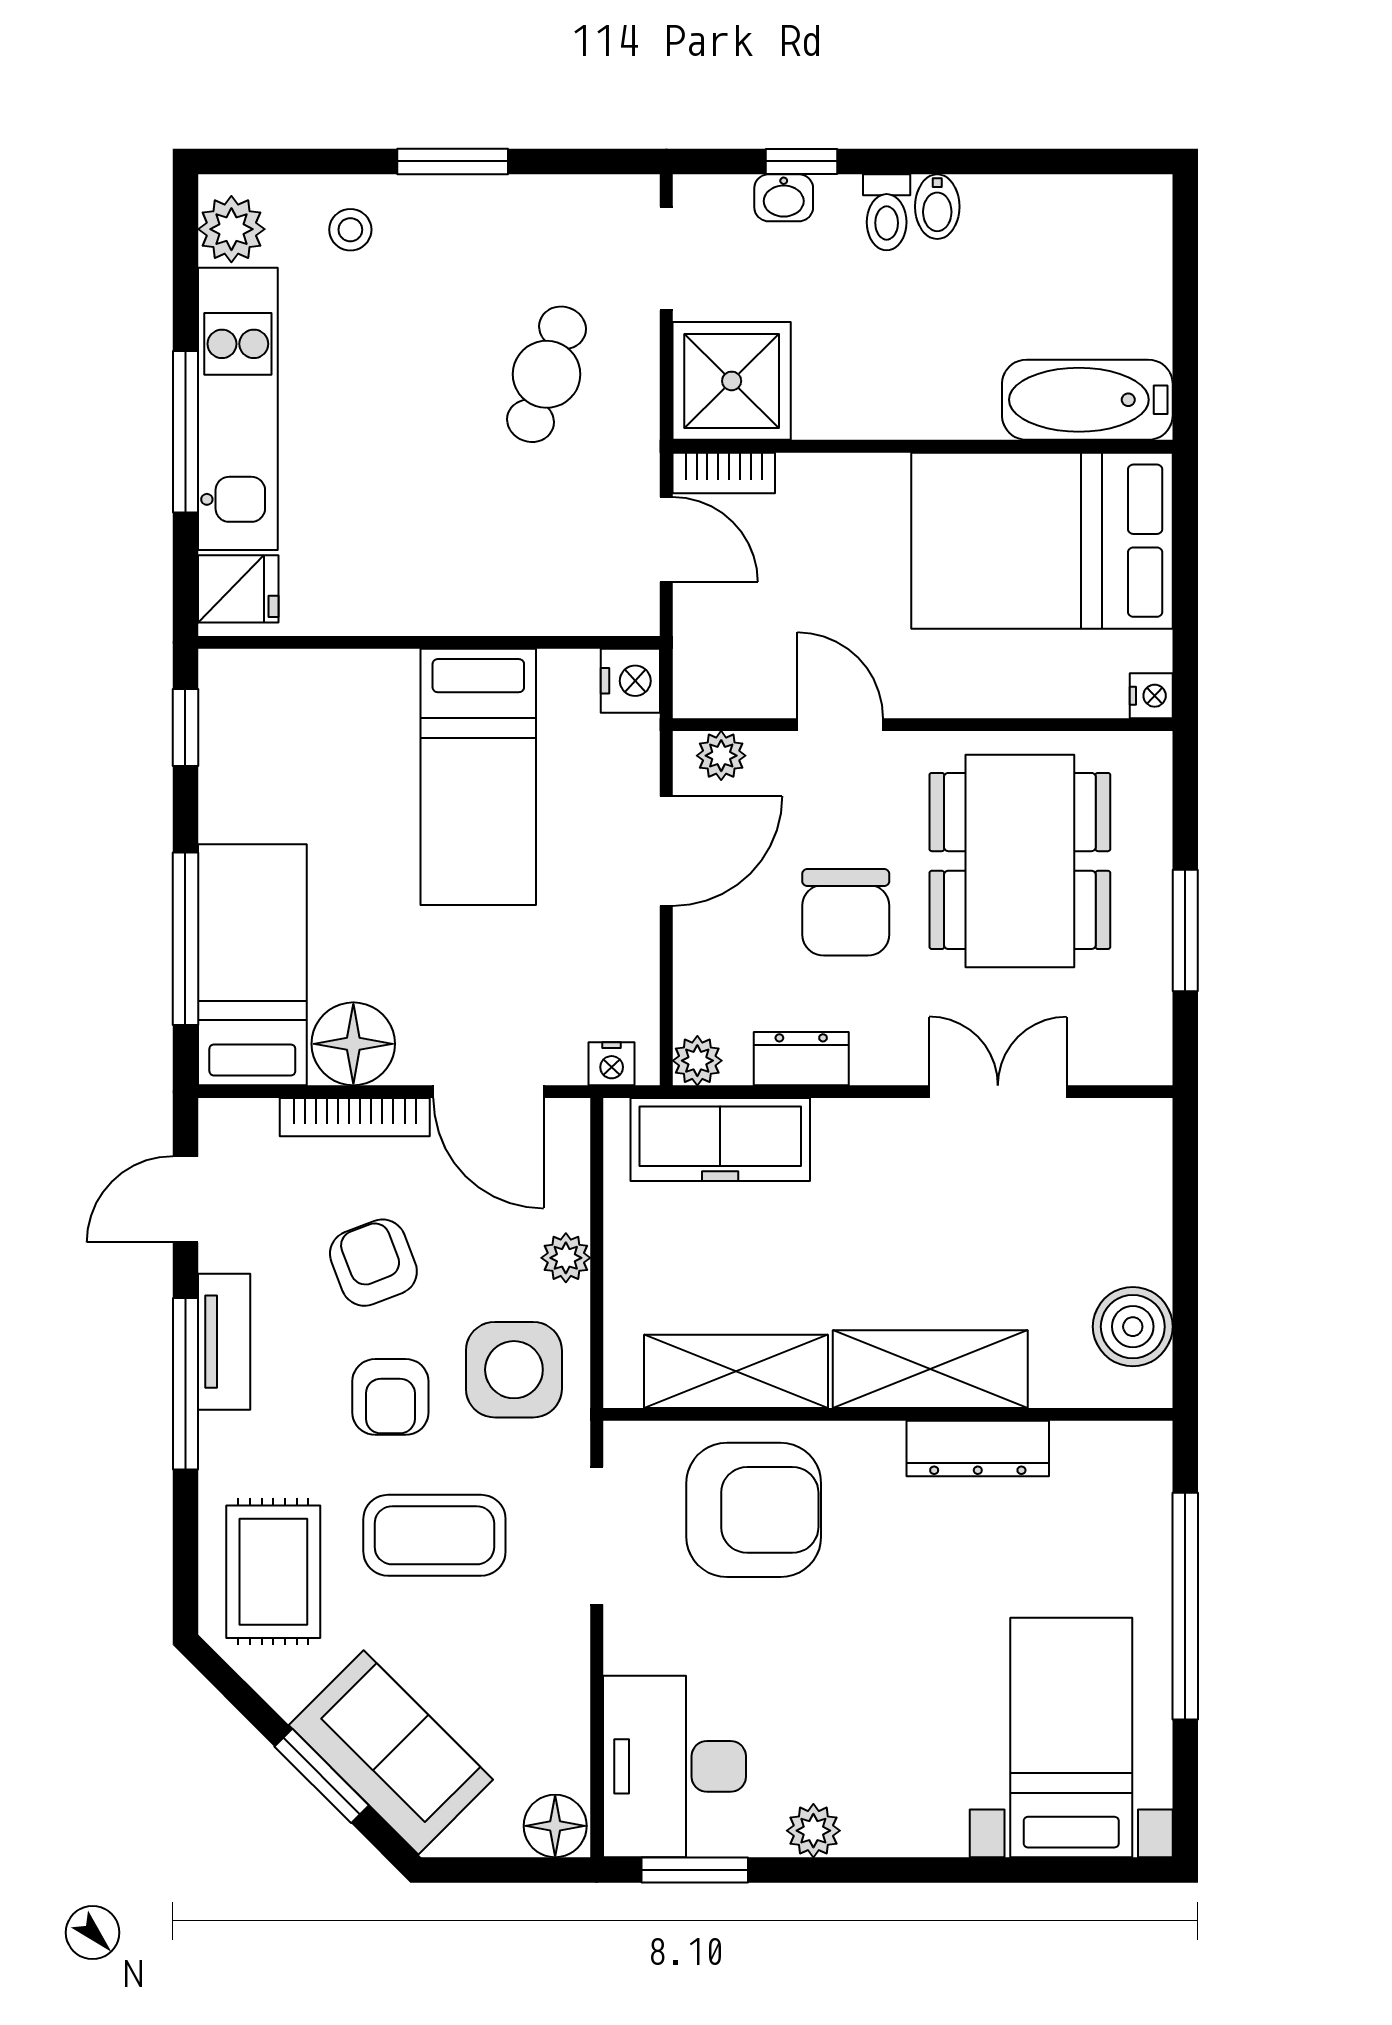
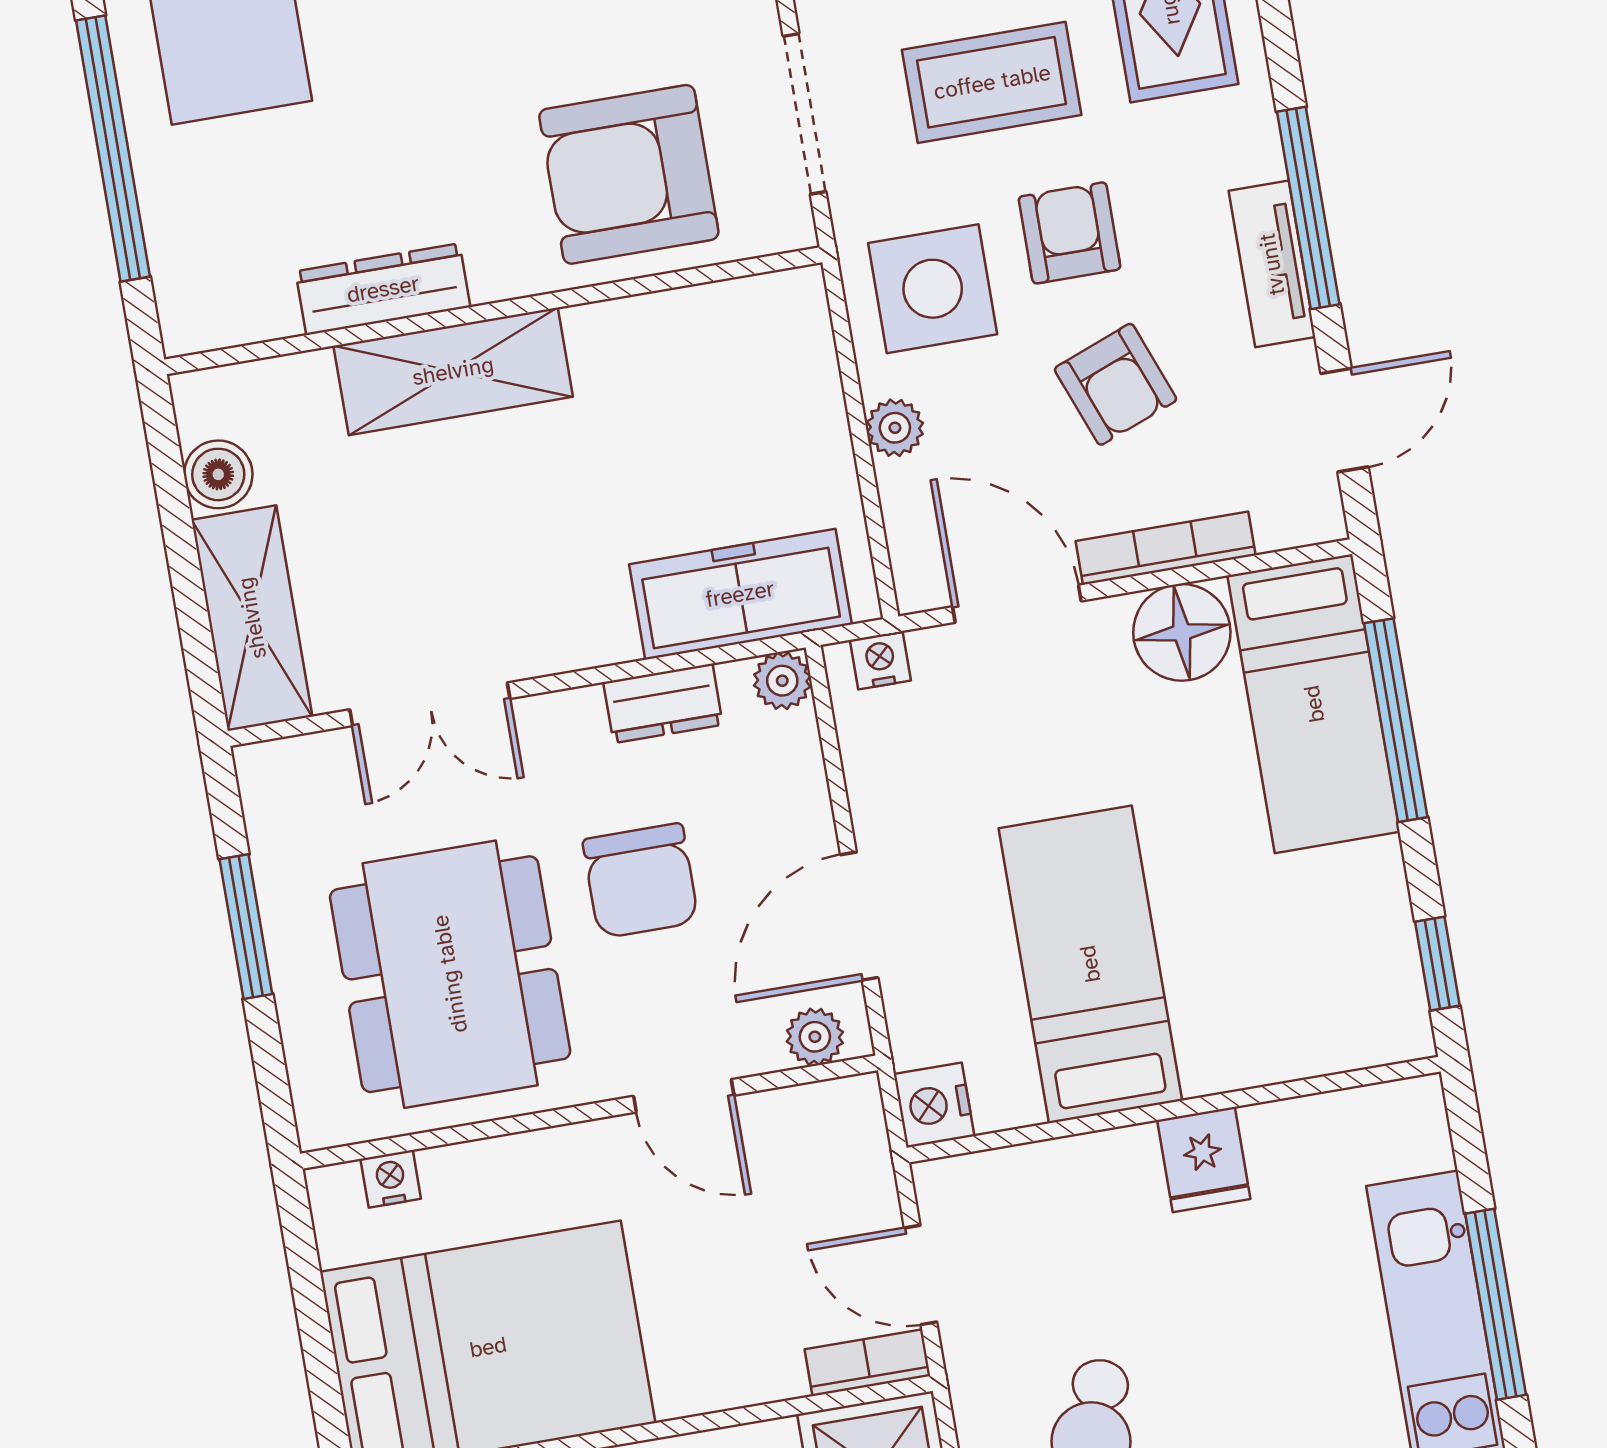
fridge: (238, 589) -> (1204, 1160), moved, turned -90
nightstand: (1151, 696) -> (391, 1179), moved, turned 90
chair: (846, 912) -> (641, 881), turned 180
boiler: (1133, 1327) -> (218, 474), width x0.73, depth x0.73
shelving: (736, 1371) -> (252, 618), moved, turned 90

